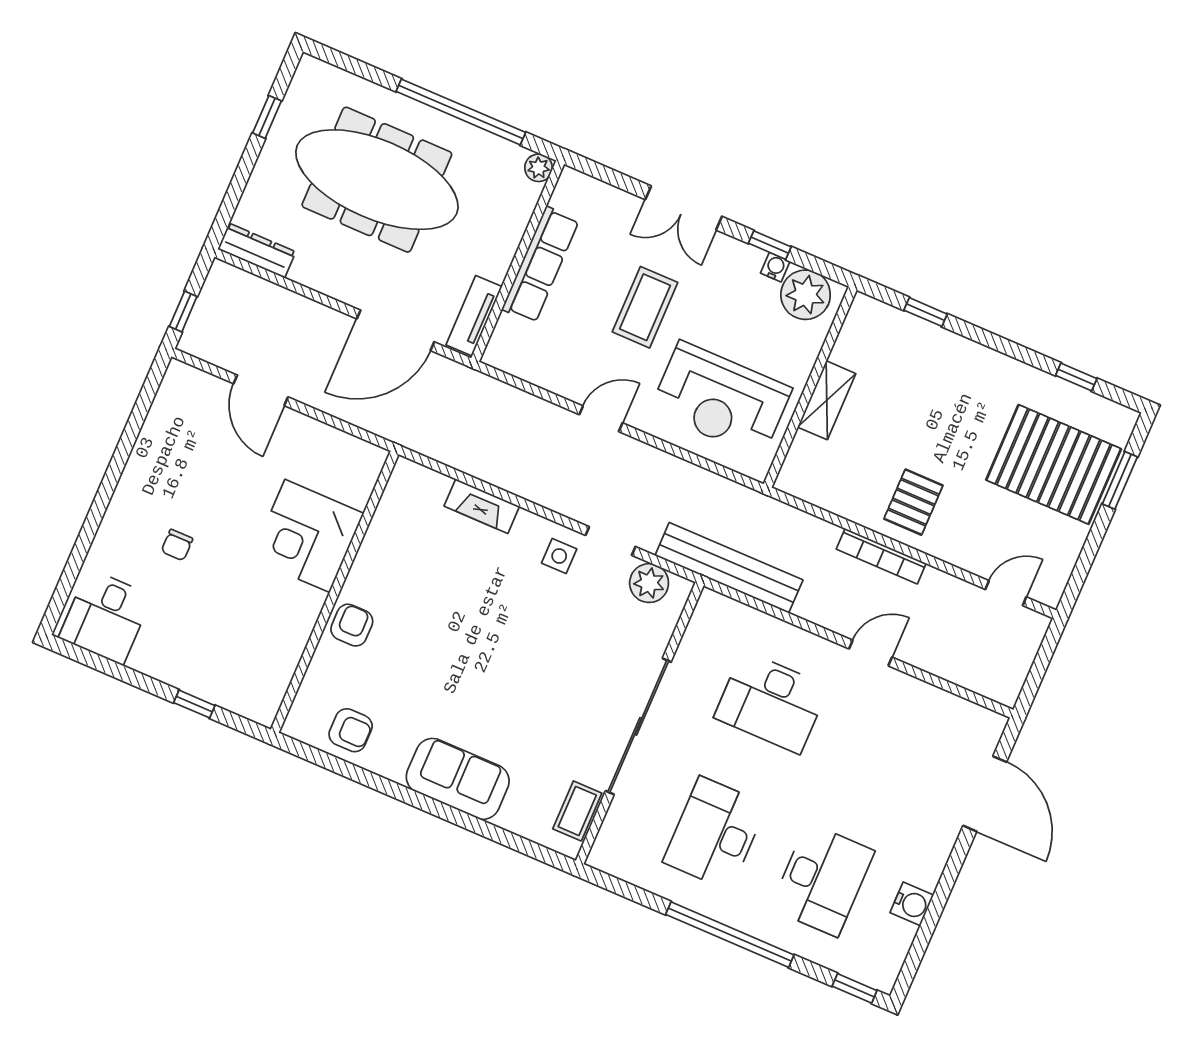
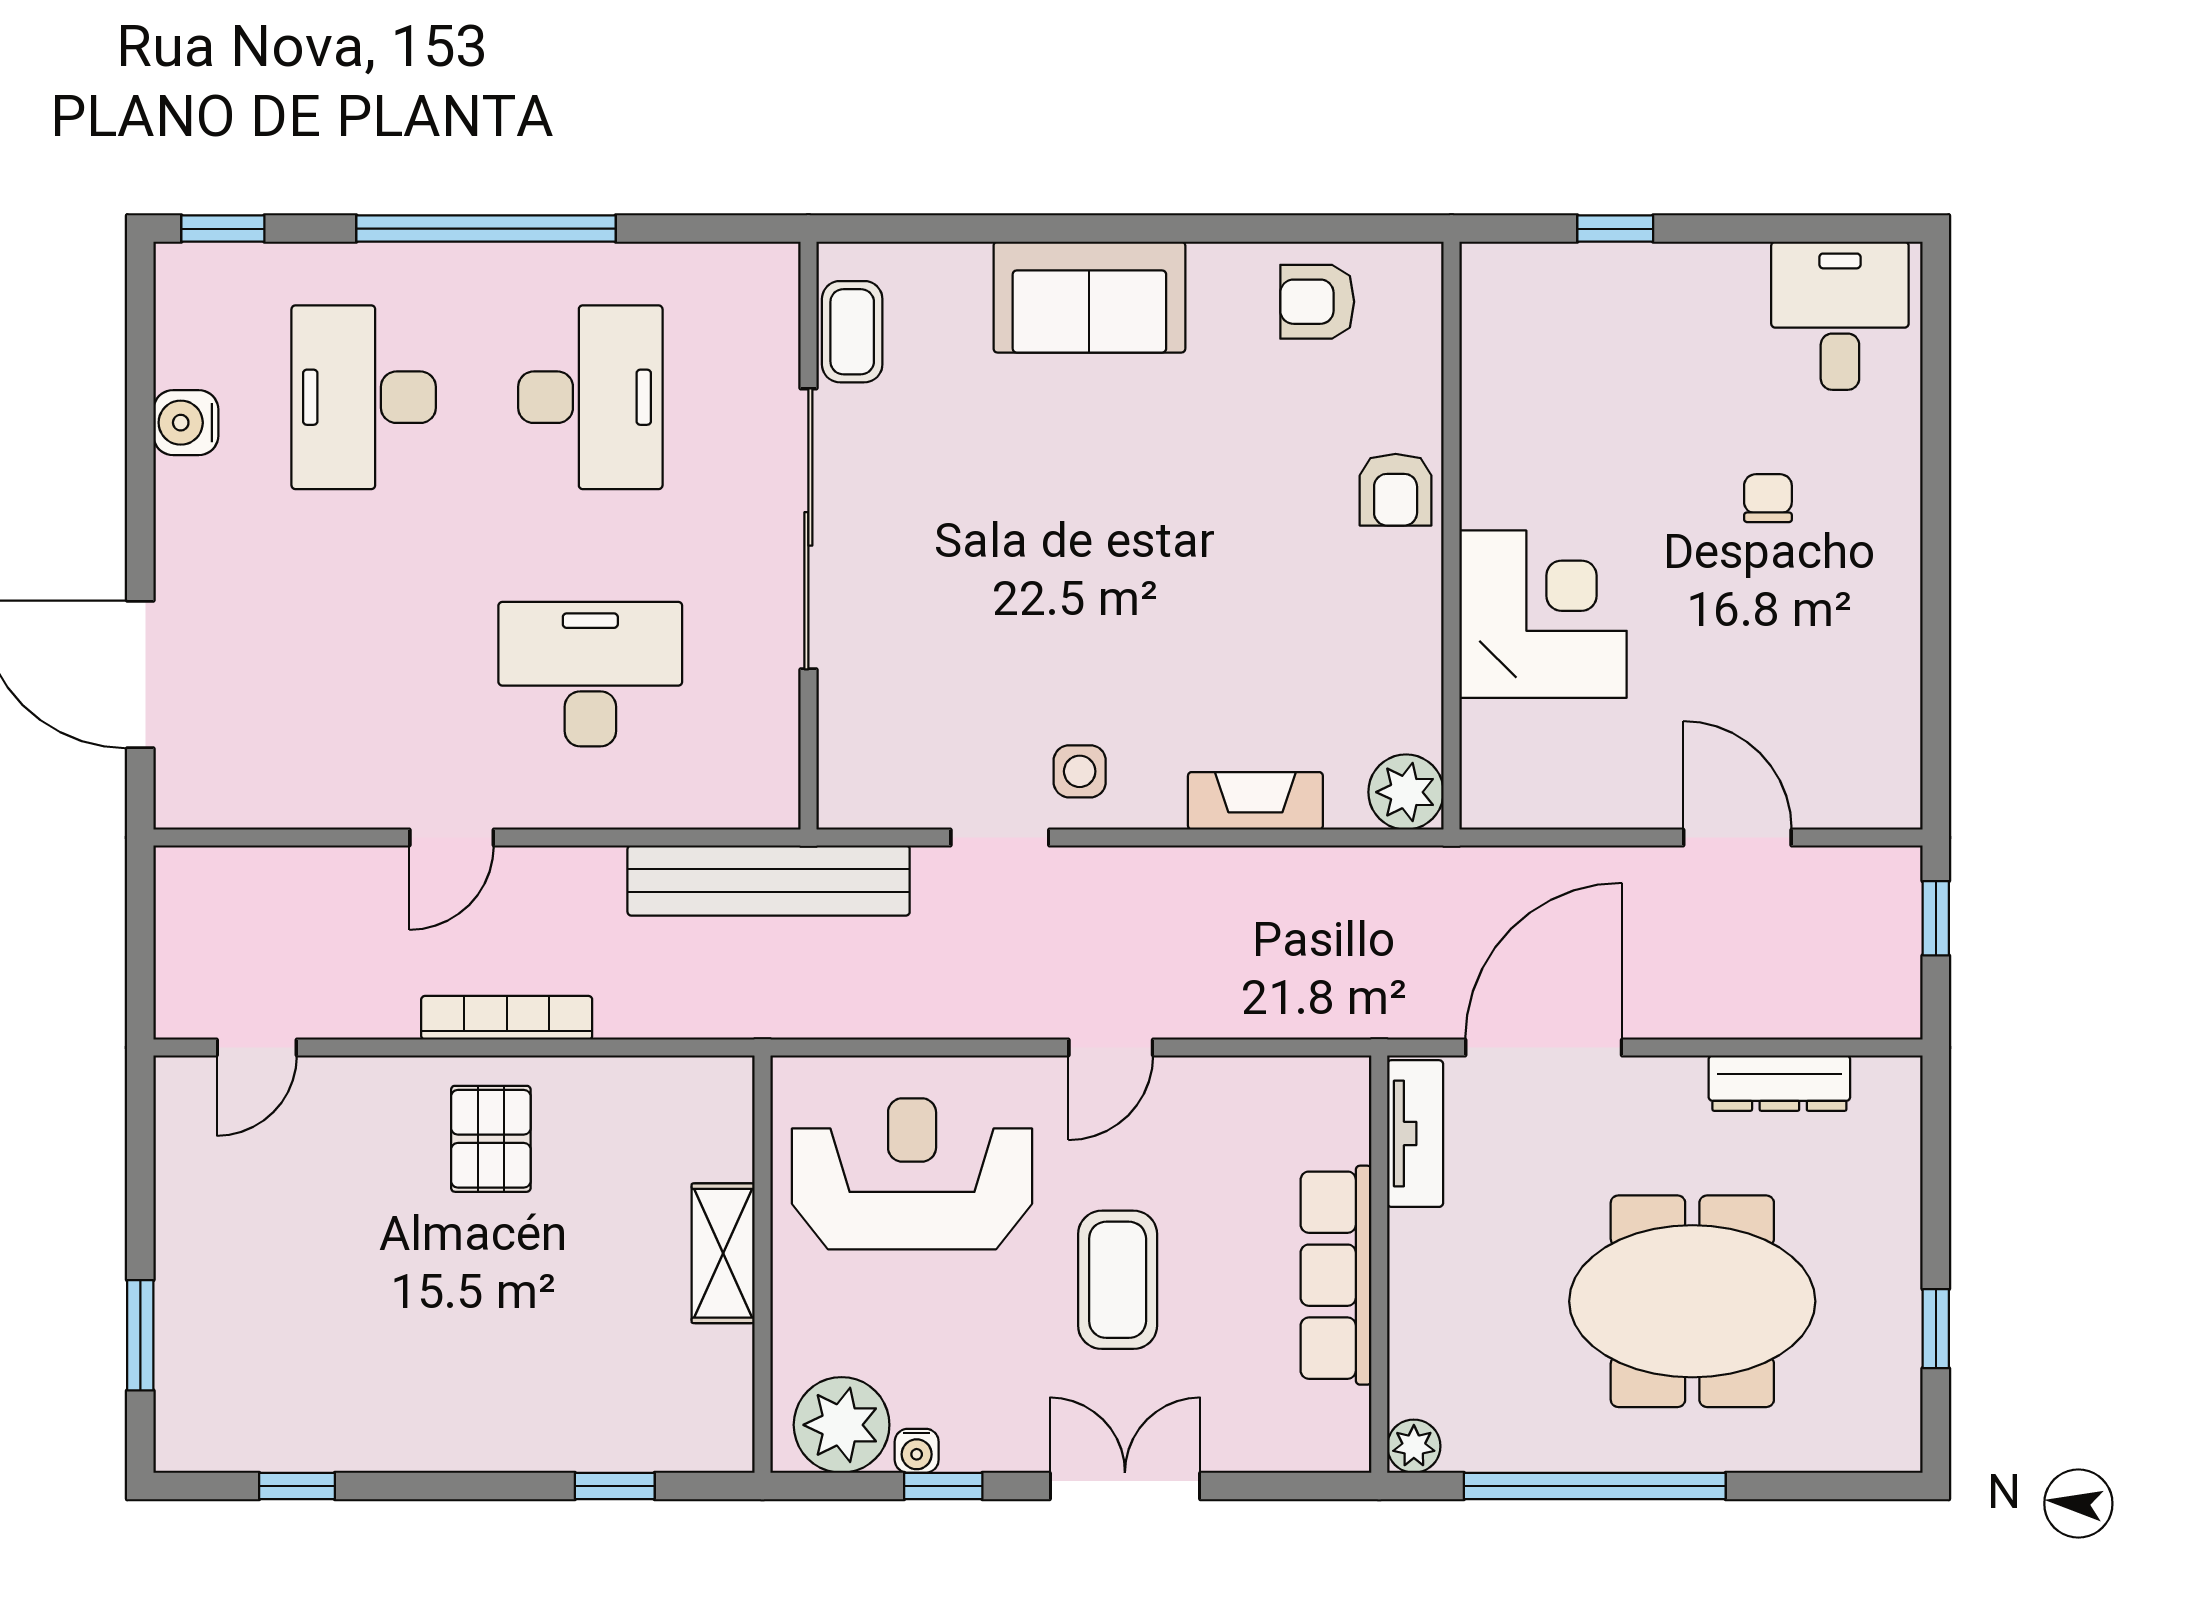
meeting table: (377, 180) -> (1692, 1301), width x0.73
dresser: (257, 250) -> (1779, 1083), moved
pallet: (1054, 464) -> (270, 1313), removed
plant: (649, 583) -> (1406, 792), moved

